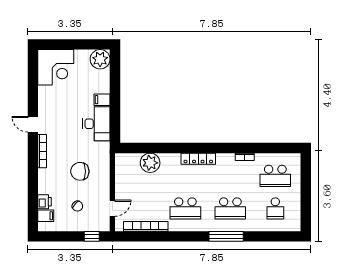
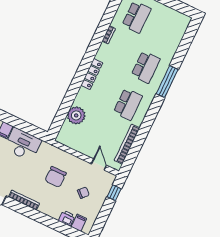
school desk: (275, 208) -> (163, 30), removed

